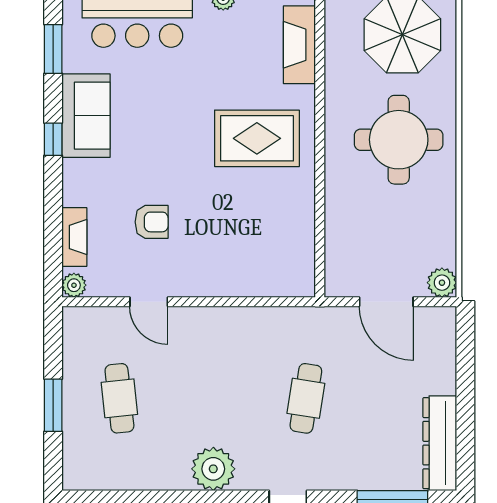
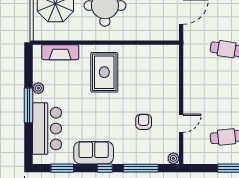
window: (53, 216) -> (141, 168), added
fireplace: (74, 237) -> (151, 158), removed

